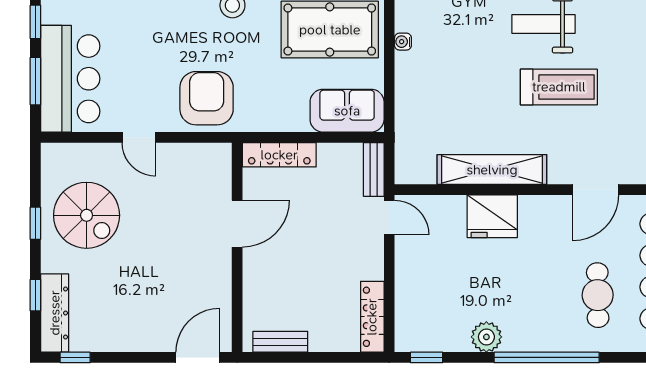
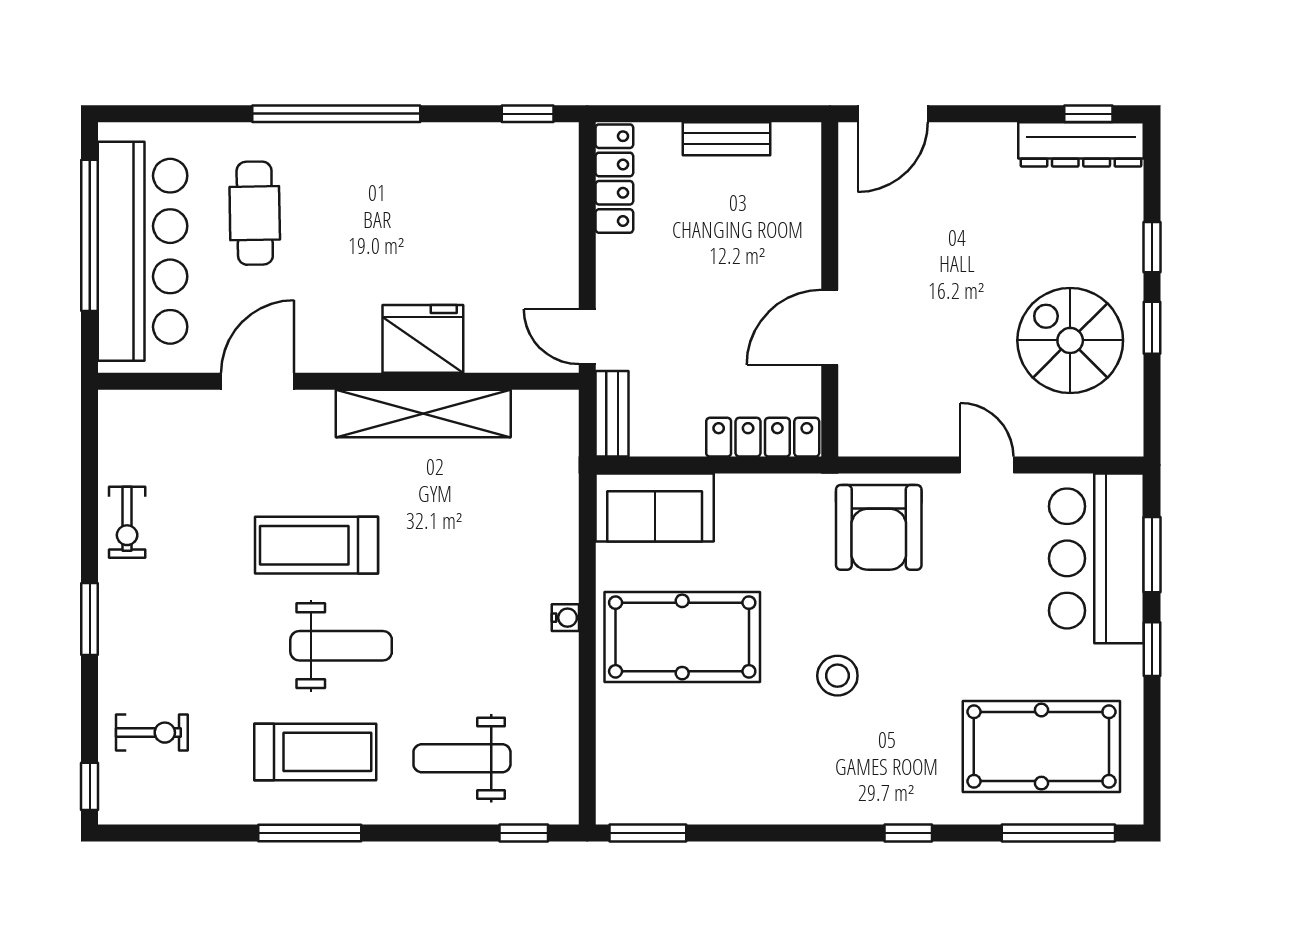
window: (35, 295) -> (1152, 247), moved
dresser: (55, 313) -> (1081, 144), moved, turned -90
plant: (486, 337) -> (432, 146), removed
bench: (280, 342) -> (727, 139), moved

